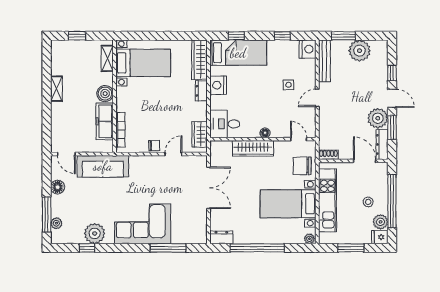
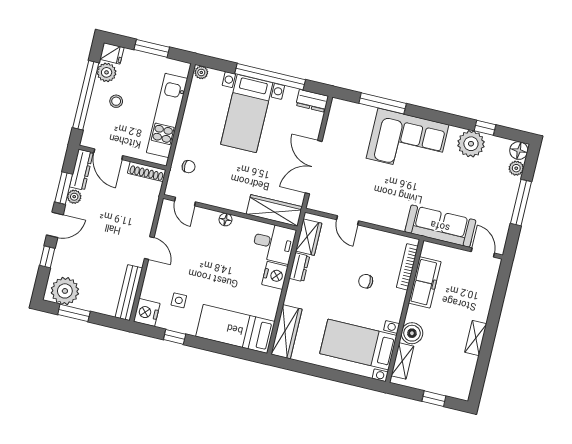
window: (236, 36) -> (233, 351), removed
window: (343, 36) -> (74, 313), moved
plant: (360, 51) -> (65, 291), moved
nightstand: (218, 85) -> (275, 275), moved
side table: (288, 85) -> (179, 300), moved
dresser: (201, 91) -> (299, 267), moved
boiler: (105, 94) -> (412, 333), moved
door: (317, 98) -> (149, 248), hinge flipped
door: (392, 98) -> (55, 225), swing flipped
plant: (378, 118) -> (74, 197), width x0.53, depth x0.53
chair: (154, 146) -> (366, 281), moved
wardrobe: (253, 148) -> (274, 210), moved
door: (173, 154) -> (348, 220), hinge flipped
shoe rack: (328, 155) -> (147, 172), width x1.43
chair: (302, 166) -> (189, 167), width x0.54, depth x0.54
floor lamp: (58, 187) -> (519, 151), moved
bed with nightstands: (288, 204) -> (247, 114), moved, turned 90
window: (47, 215) -> (521, 203), moved

